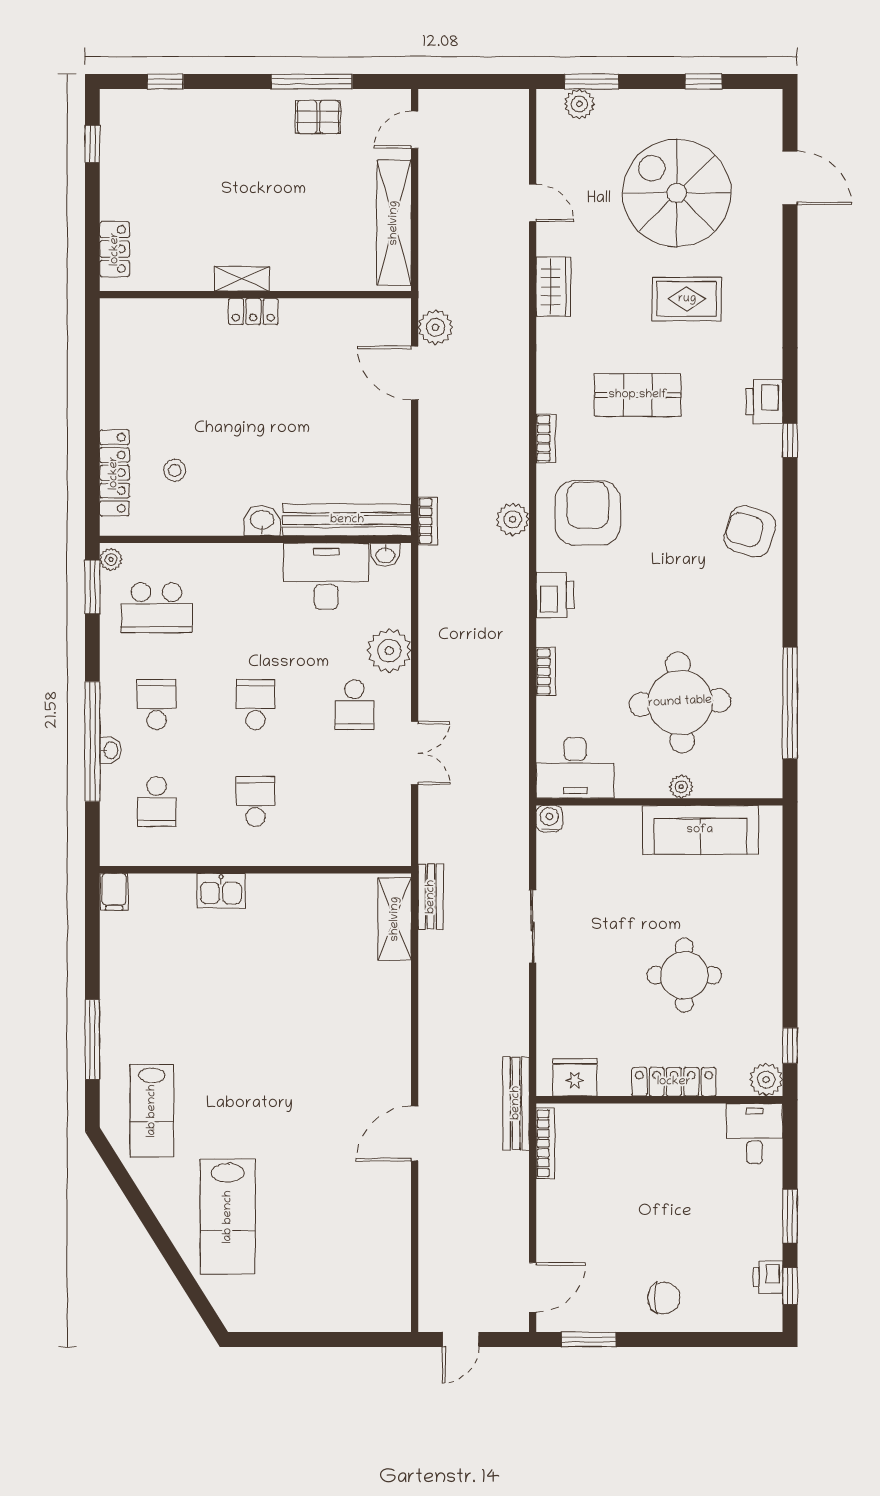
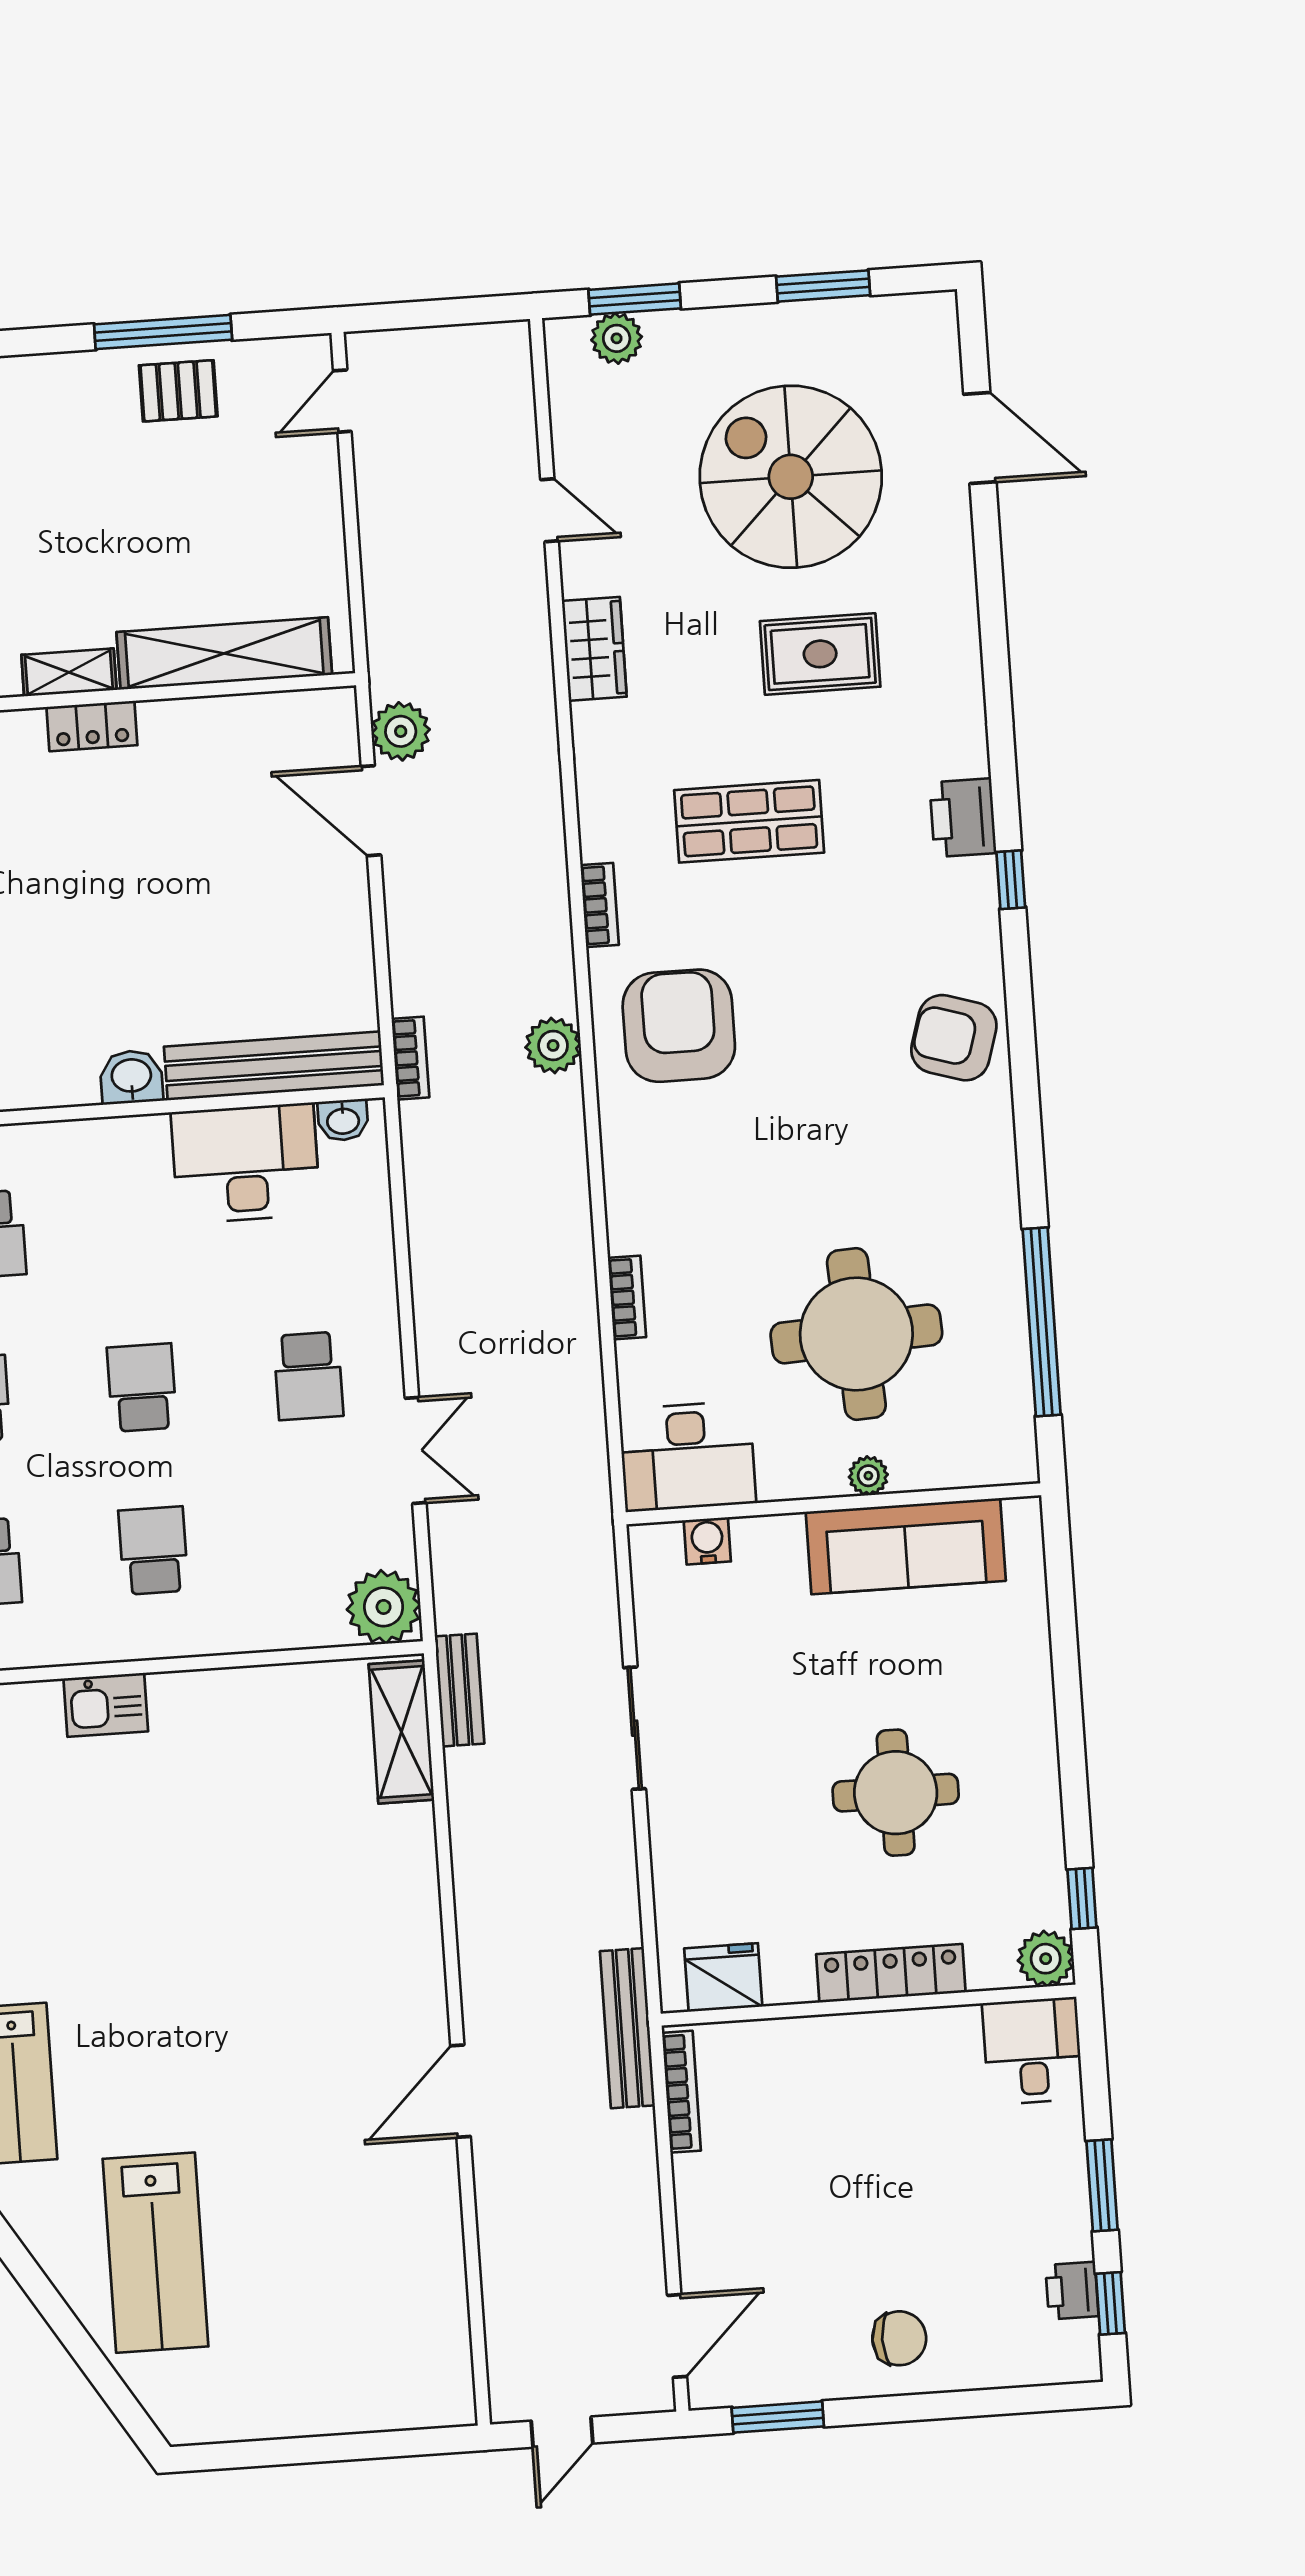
window: (704, 82) -> (823, 286), width x1.50
shelving: (394, 223) -> (224, 653), moved, turned 90
printer: (555, 595) -> (633, 1168), removed
plant: (389, 651) -> (384, 1607), moved
water cooler: (549, 819) -> (707, 1541), moved

